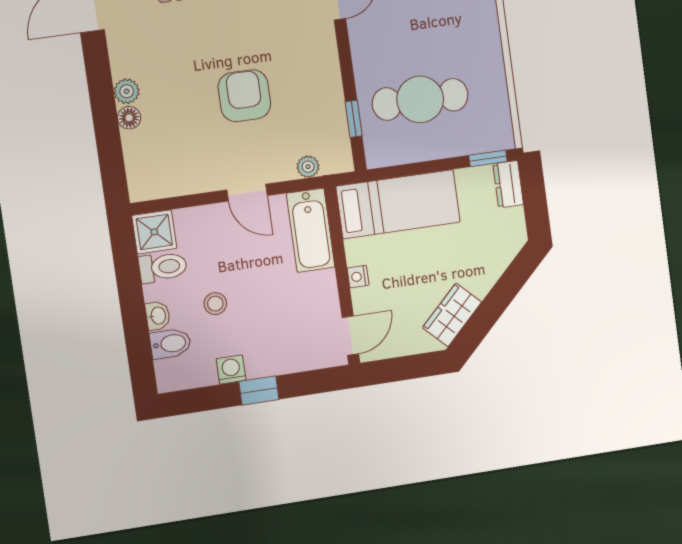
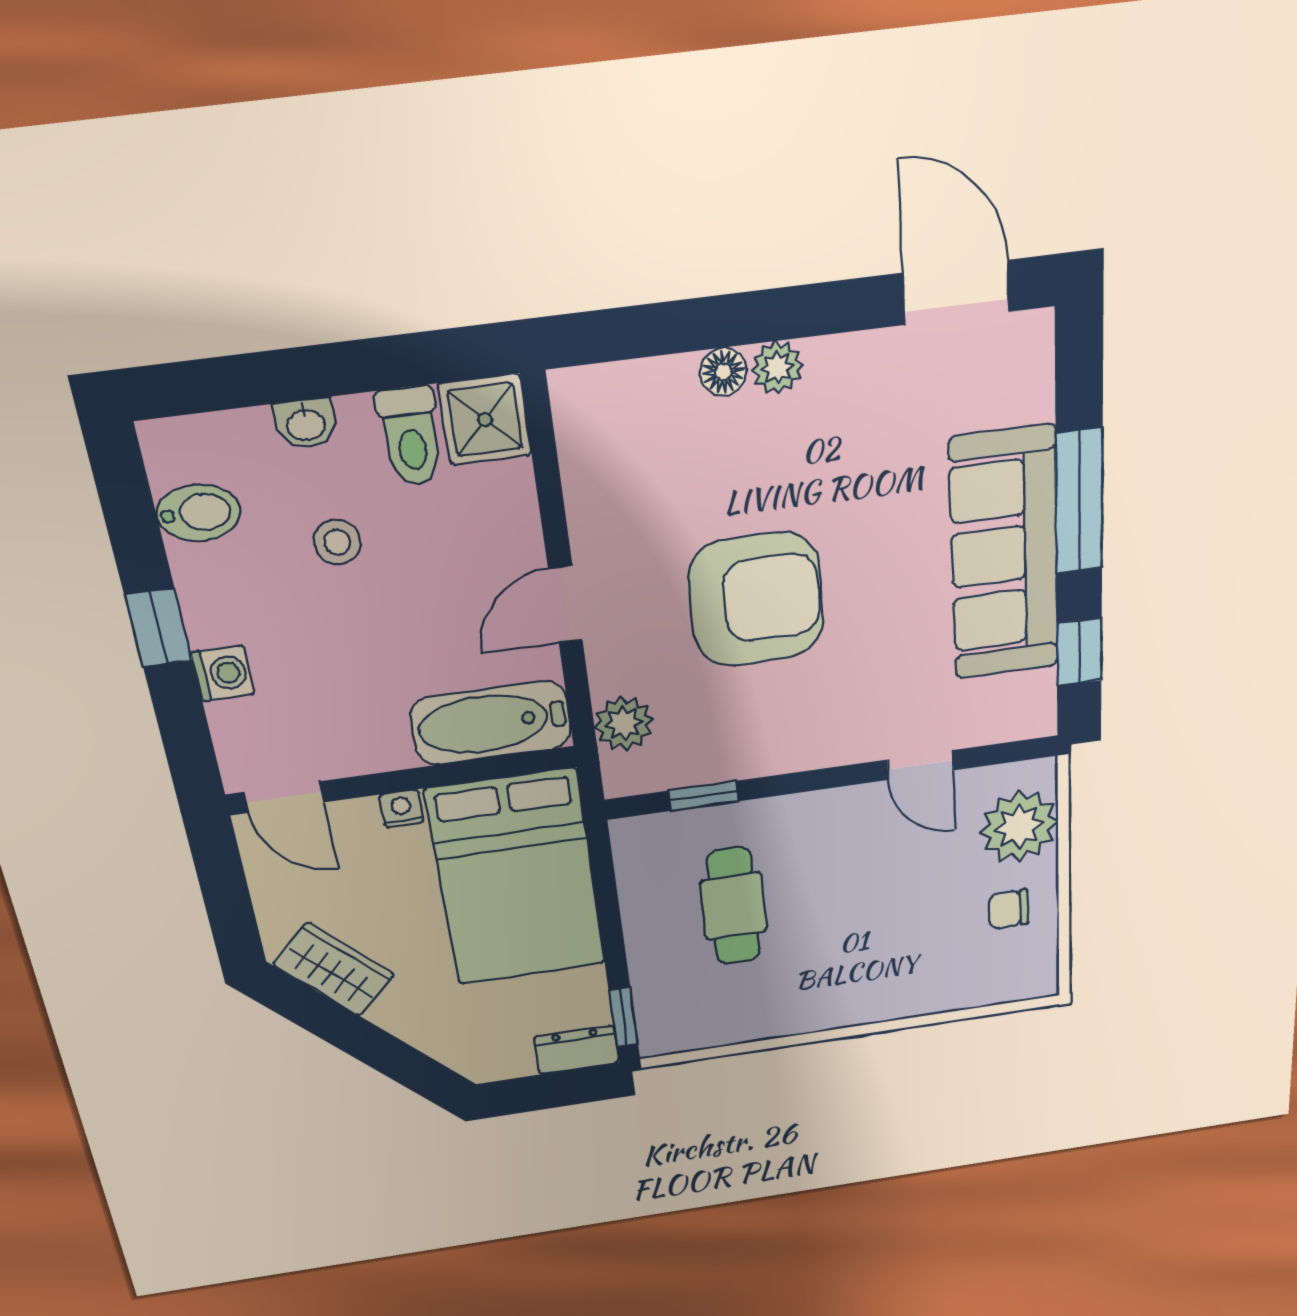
armchair: (244, 96) -> (756, 600), width x1.36, depth x1.36
cafe table: (420, 99) -> (733, 906), width x0.73, depth x0.74
plant: (308, 167) -> (624, 723), width x1.38, depth x1.38
bed: (398, 204) -> (517, 878), width x1.50
bidet: (170, 344) -> (198, 513), moved, turned -90
washing machine: (231, 370) -> (223, 673), moved

